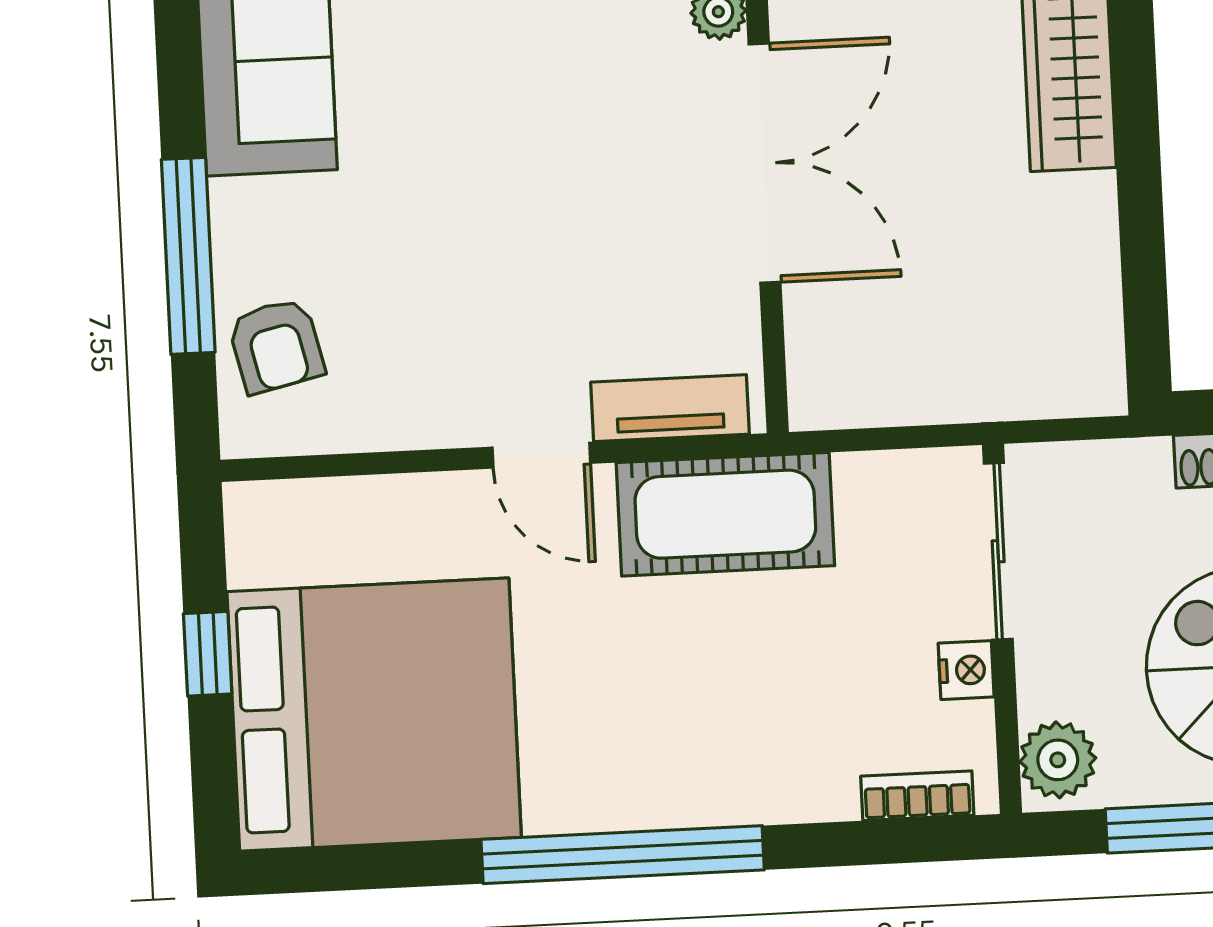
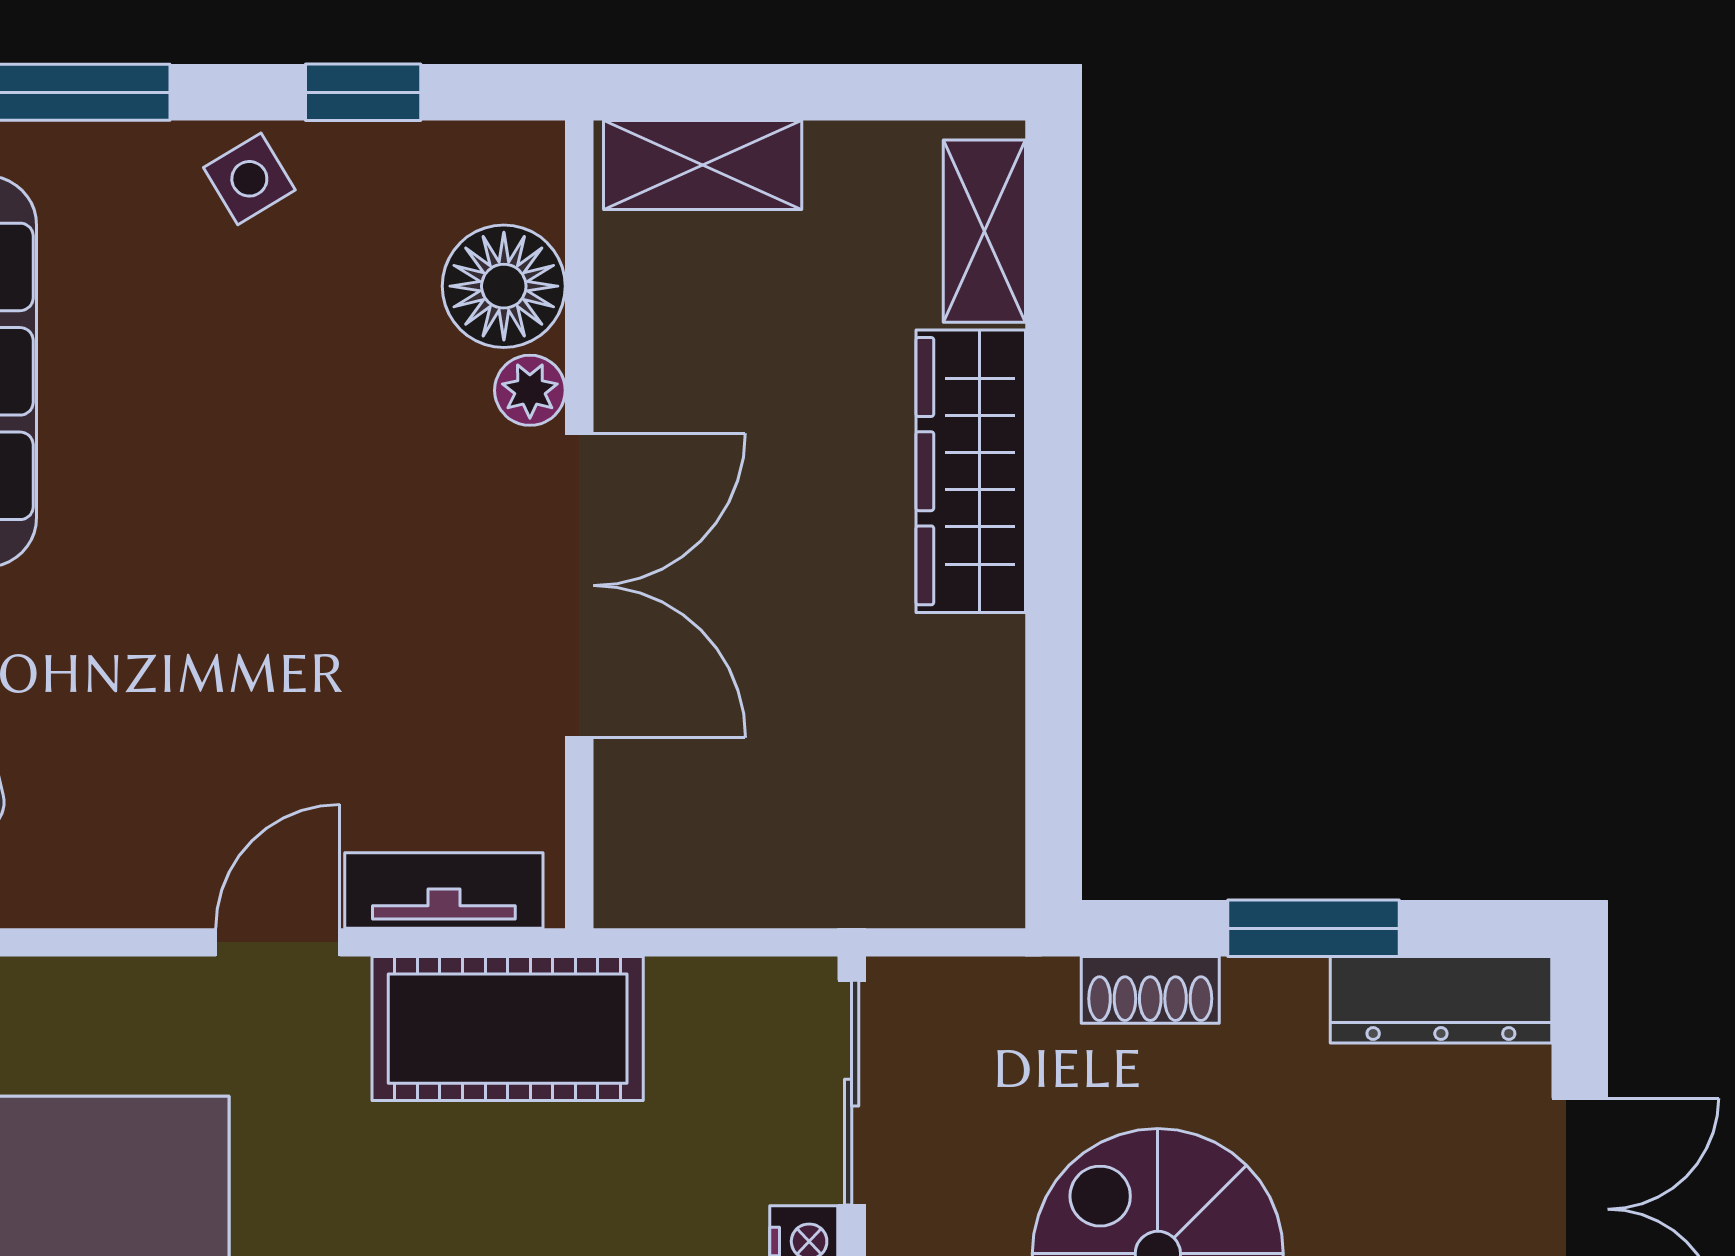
door: (541, 455) -> (278, 942), swing flipped

